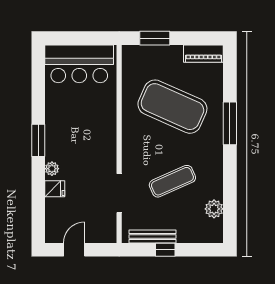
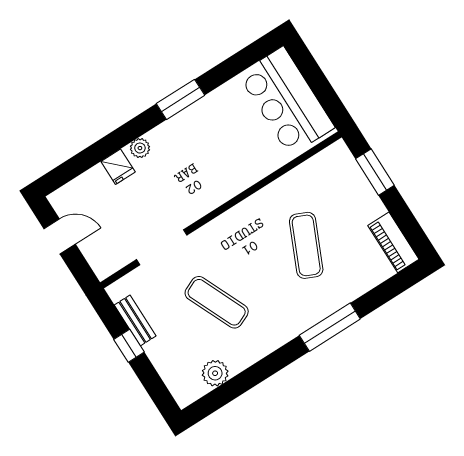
exercise mat: (172, 107) -> (306, 245), width x0.50, depth x0.69
window: (38, 140) -> (180, 99), moved
bench: (153, 236) -> (135, 320), width x0.73

